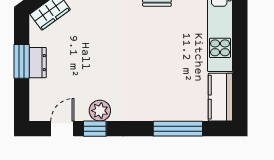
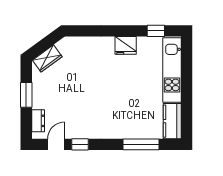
dresser: (38, 63) -> (38, 121), moved
plant: (100, 111) -> (84, 131), removed

